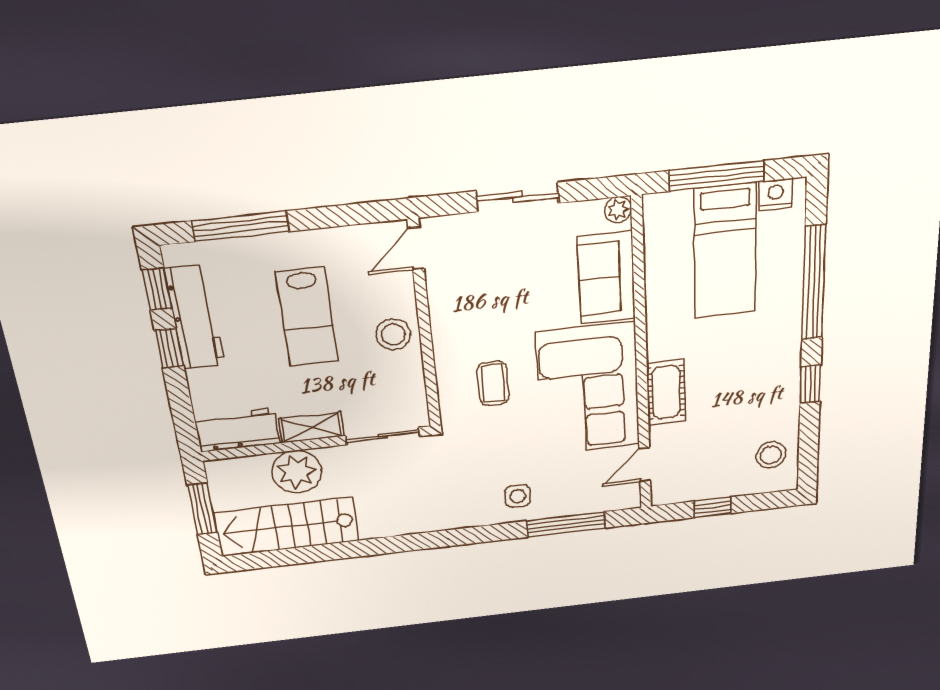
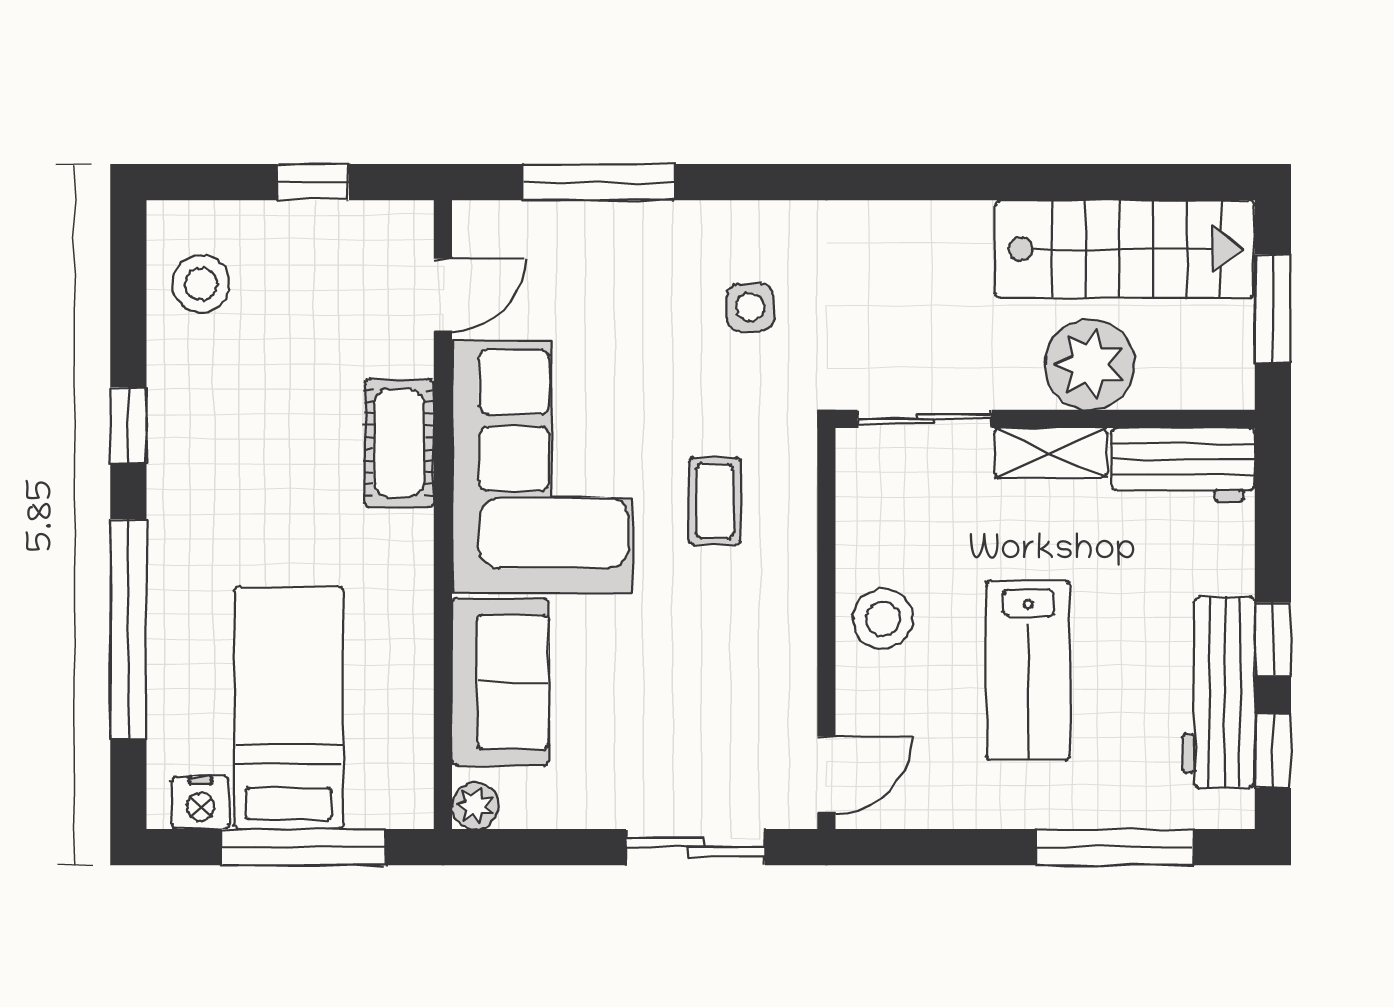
sliding door: (518, 197) -> (696, 847), moved
lab bench: (307, 317) -> (1028, 670), turned 180
side table: (518, 496) -> (750, 307), moved

